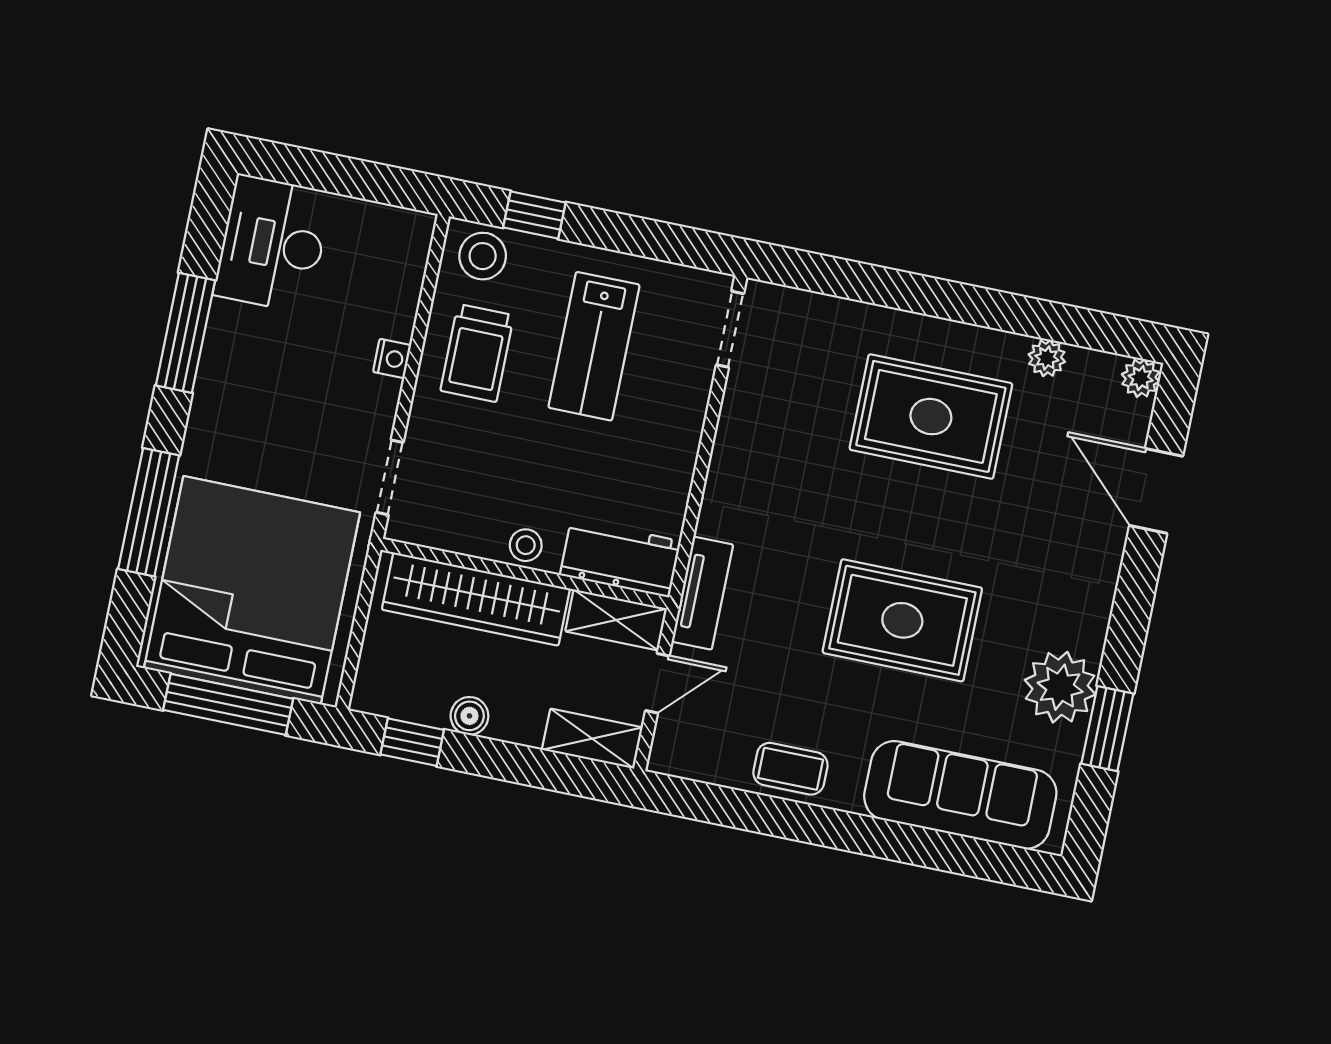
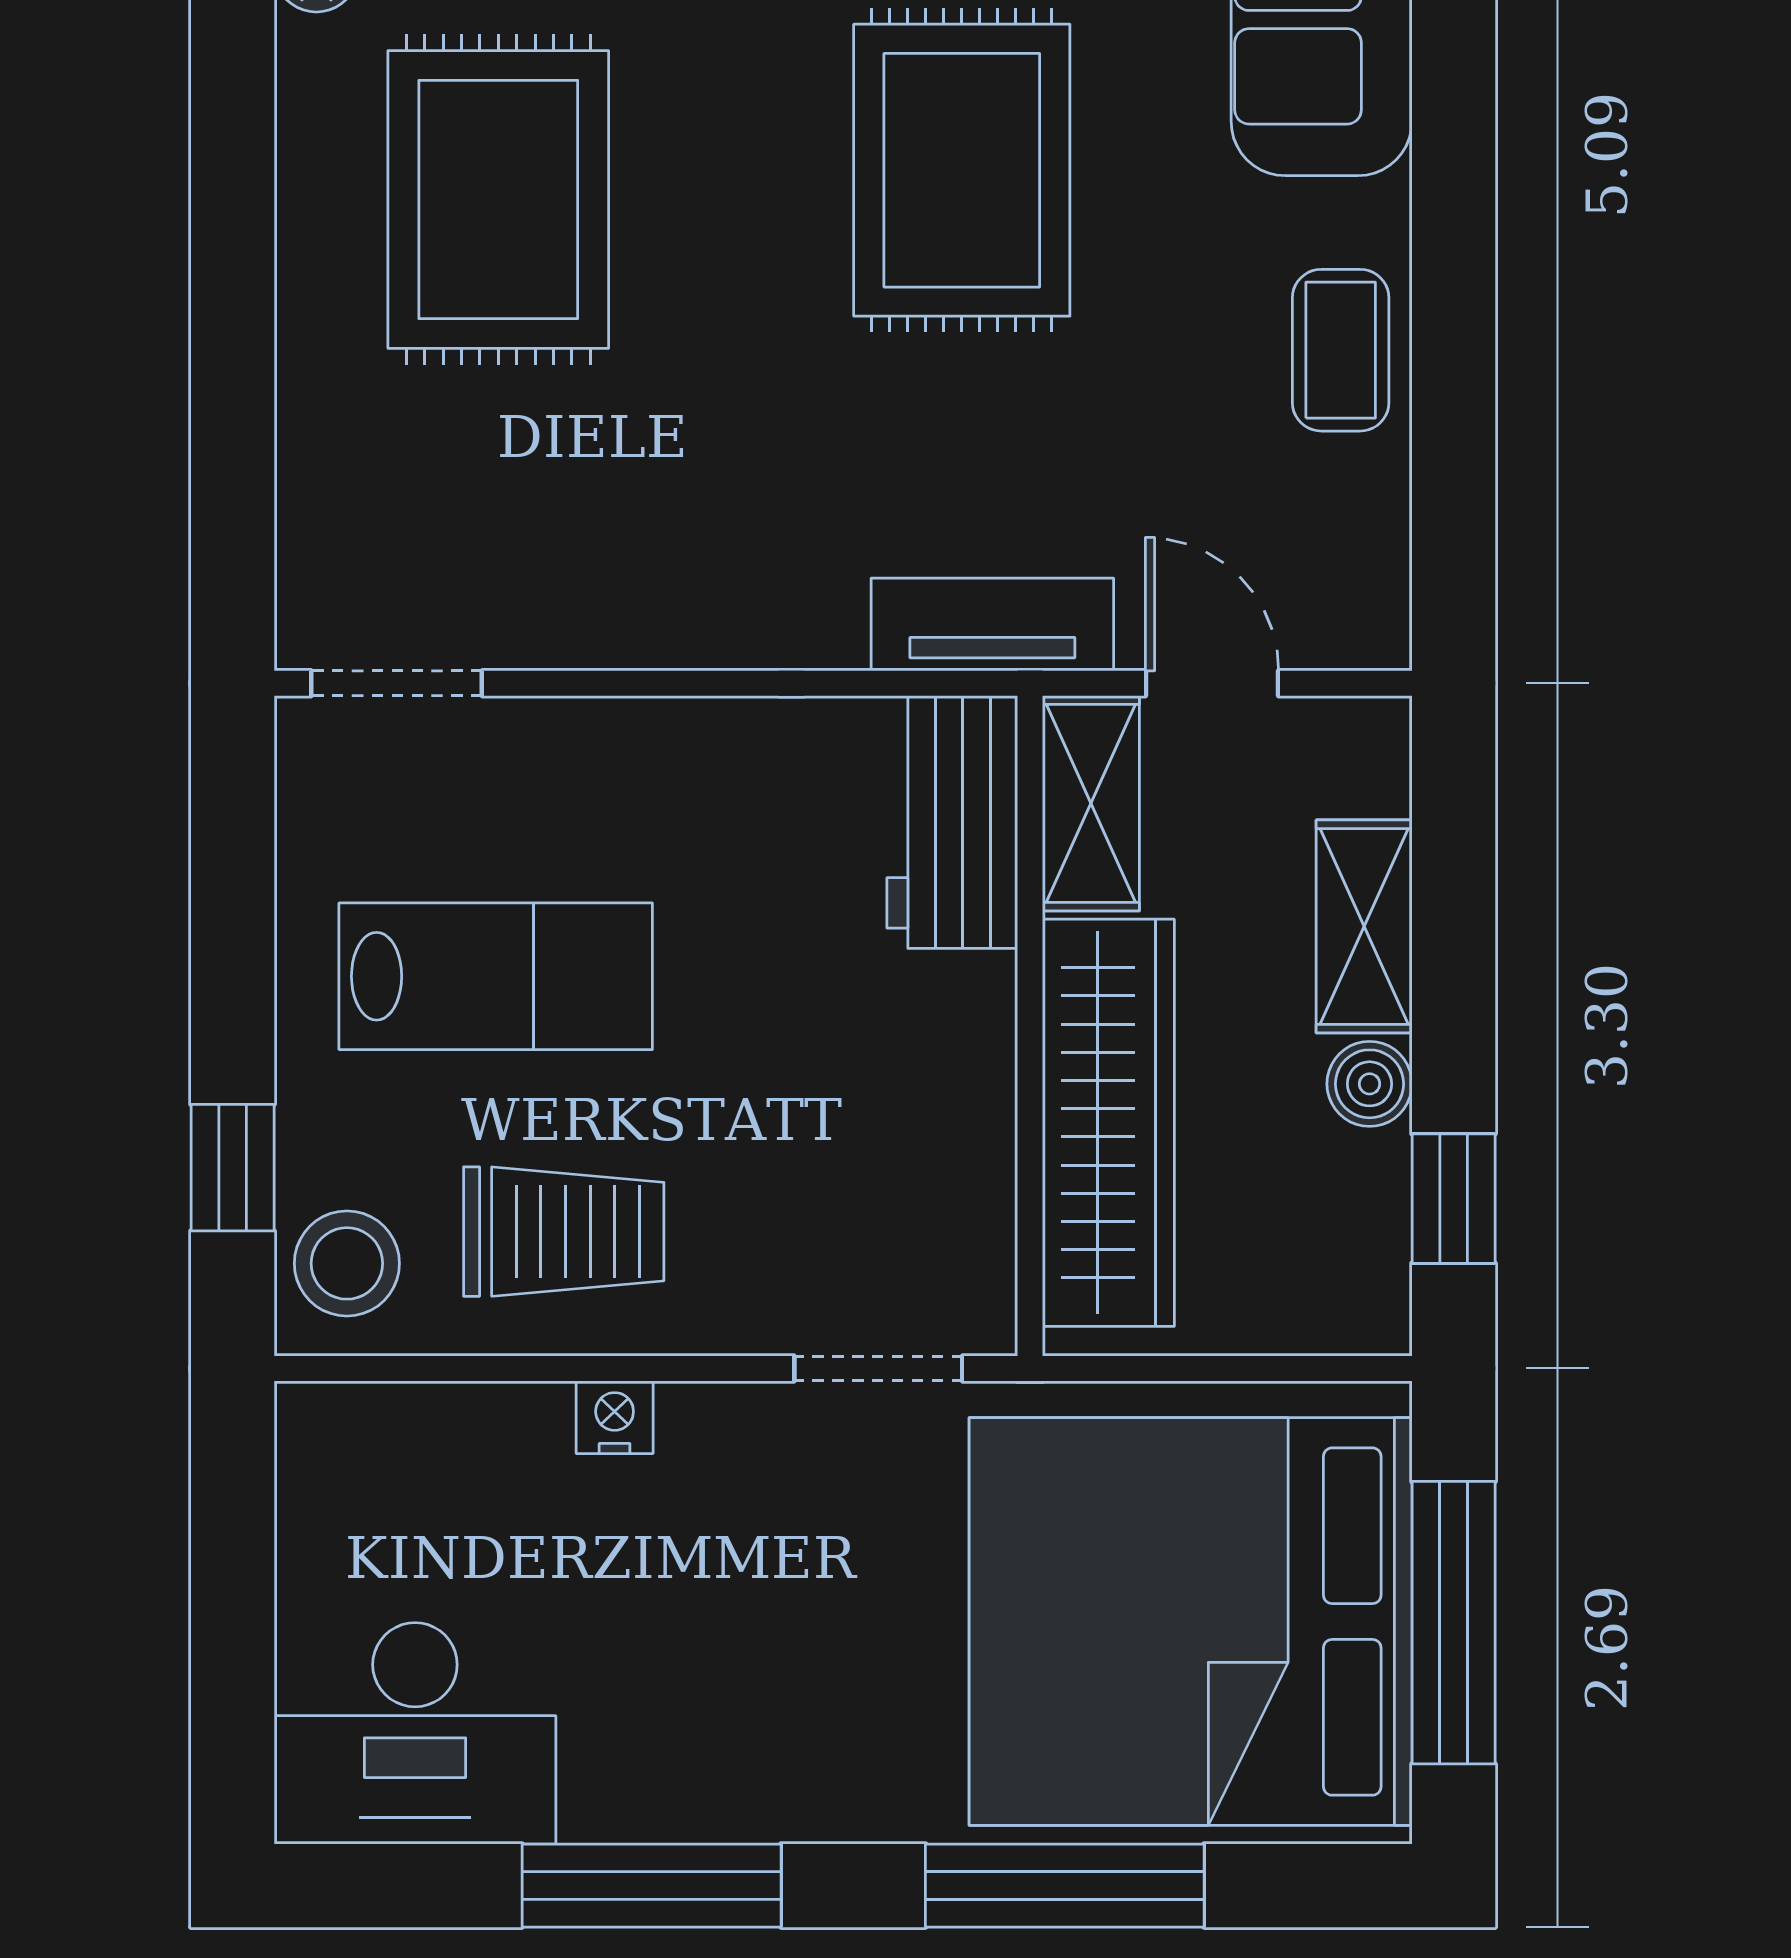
stool: (526, 545) -> (967, 1037), removed
shelving: (592, 739) -> (1364, 926), moved

